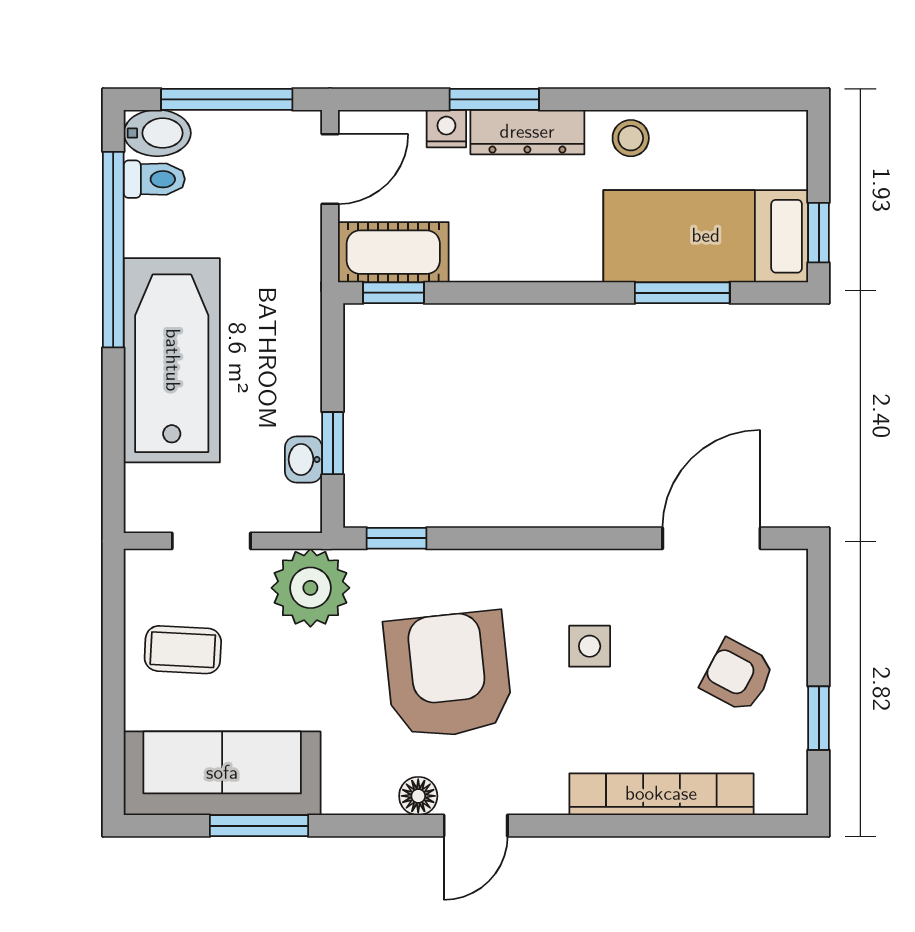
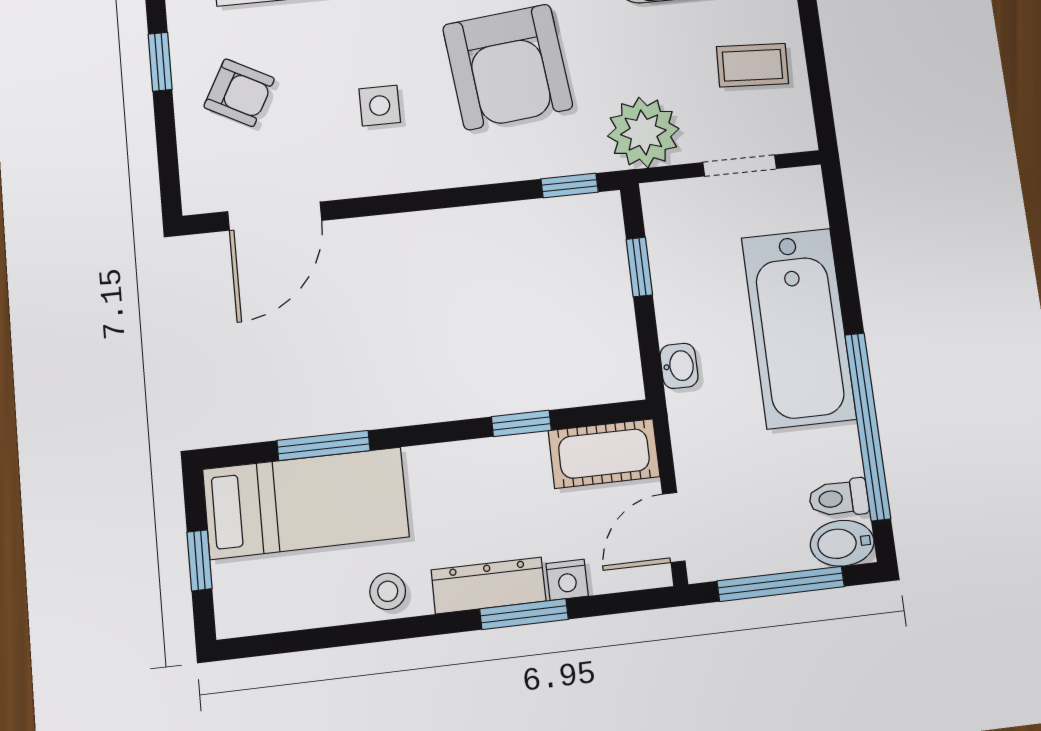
window: (819, 233) -> (199, 560), moved
window: (393, 293) -> (521, 423), moved
washbasin: (304, 459) -> (679, 366), moved

